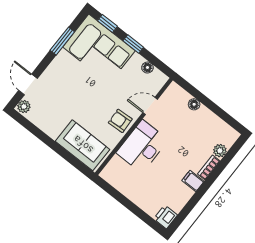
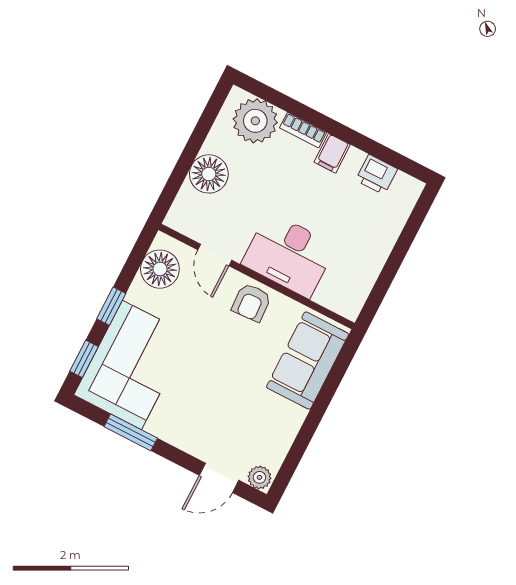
floor lamp: (147, 67) -> (160, 269), width x1.89, depth x1.89
floor lamp: (194, 104) -> (209, 174), width x1.89, depth x1.89
plant: (220, 151) -> (255, 121), width x1.88, depth x1.88
printer: (166, 217) -> (377, 175), moved

